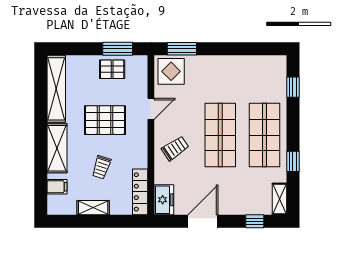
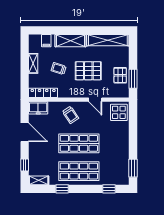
window: (182, 49) -> (133, 168), moved
pallet: (105, 120) -> (88, 71), turned 90

